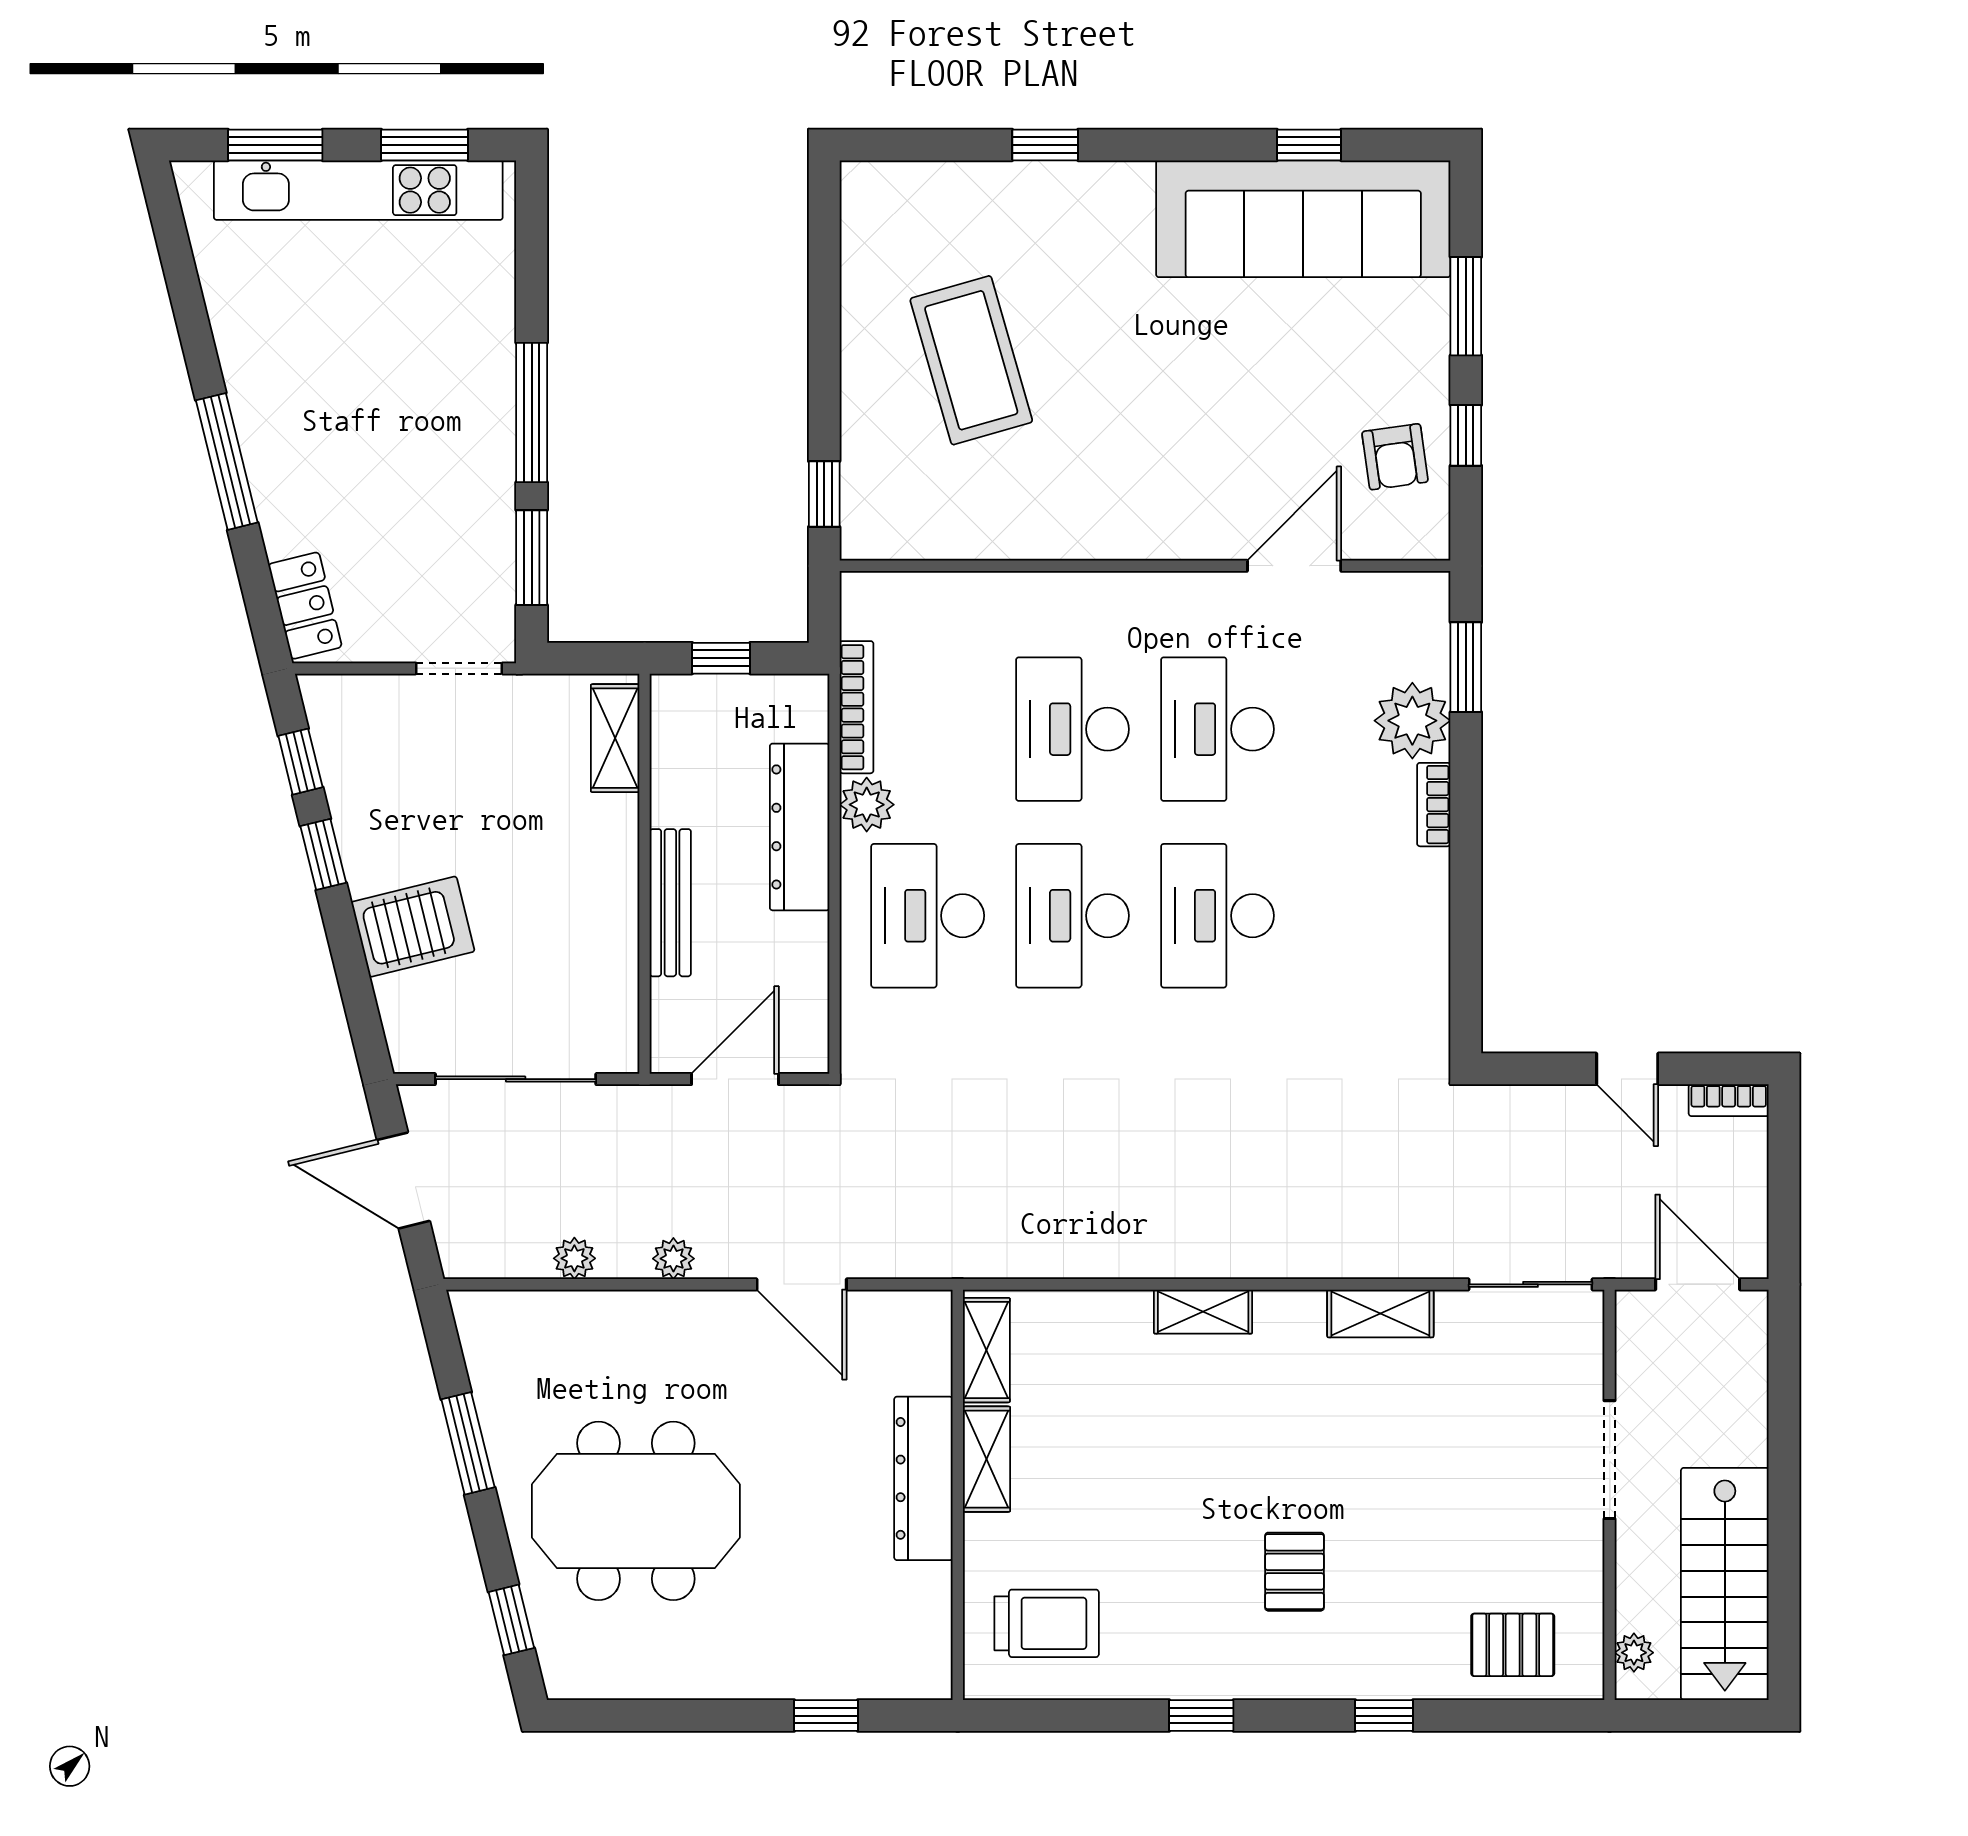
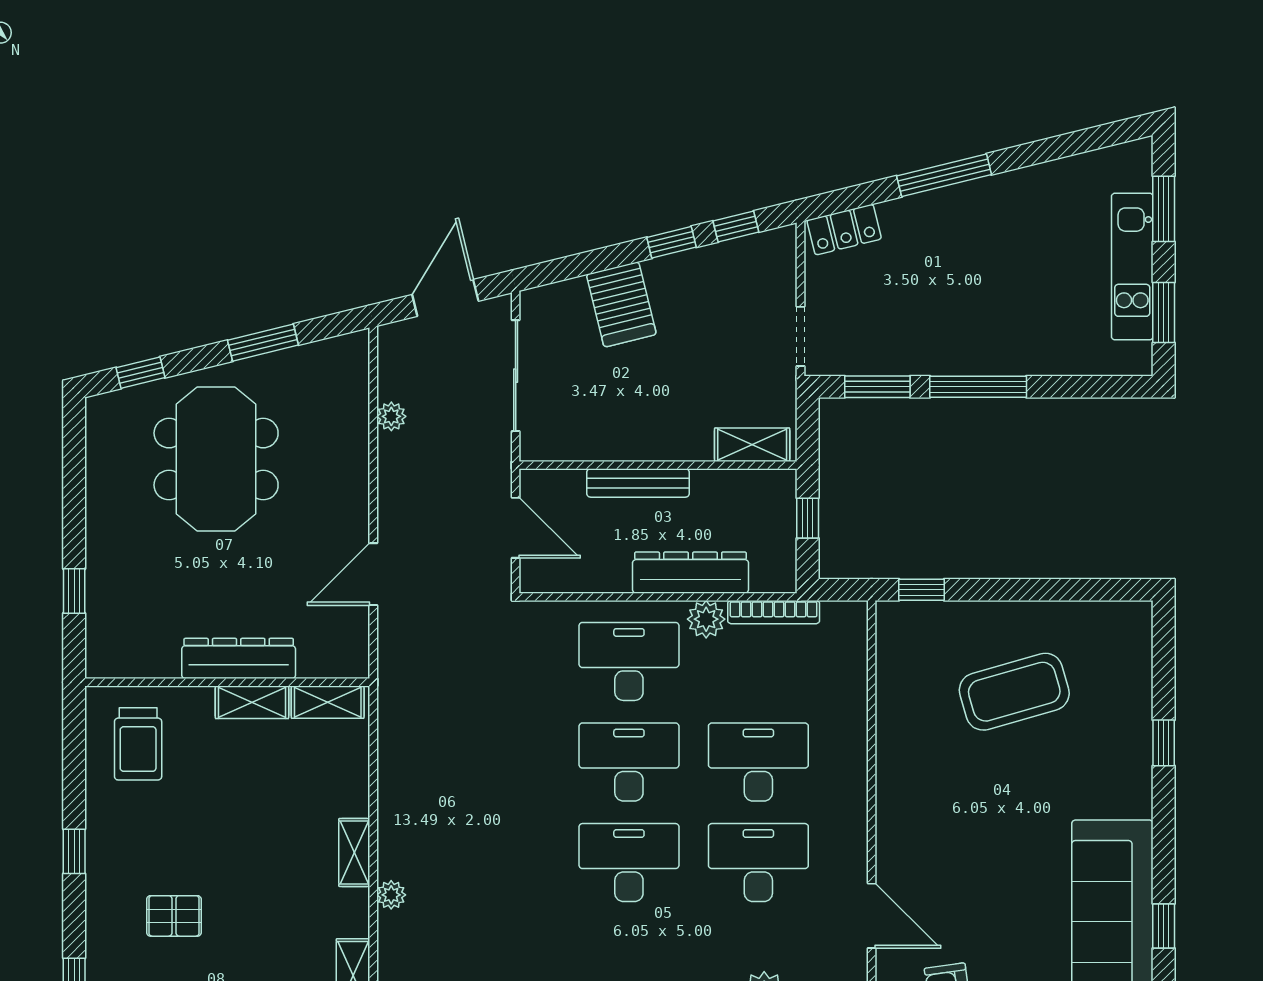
kitchen unit: (358, 190) -> (1132, 267), width x0.73
plant: (673, 1259) -> (391, 895), moved

